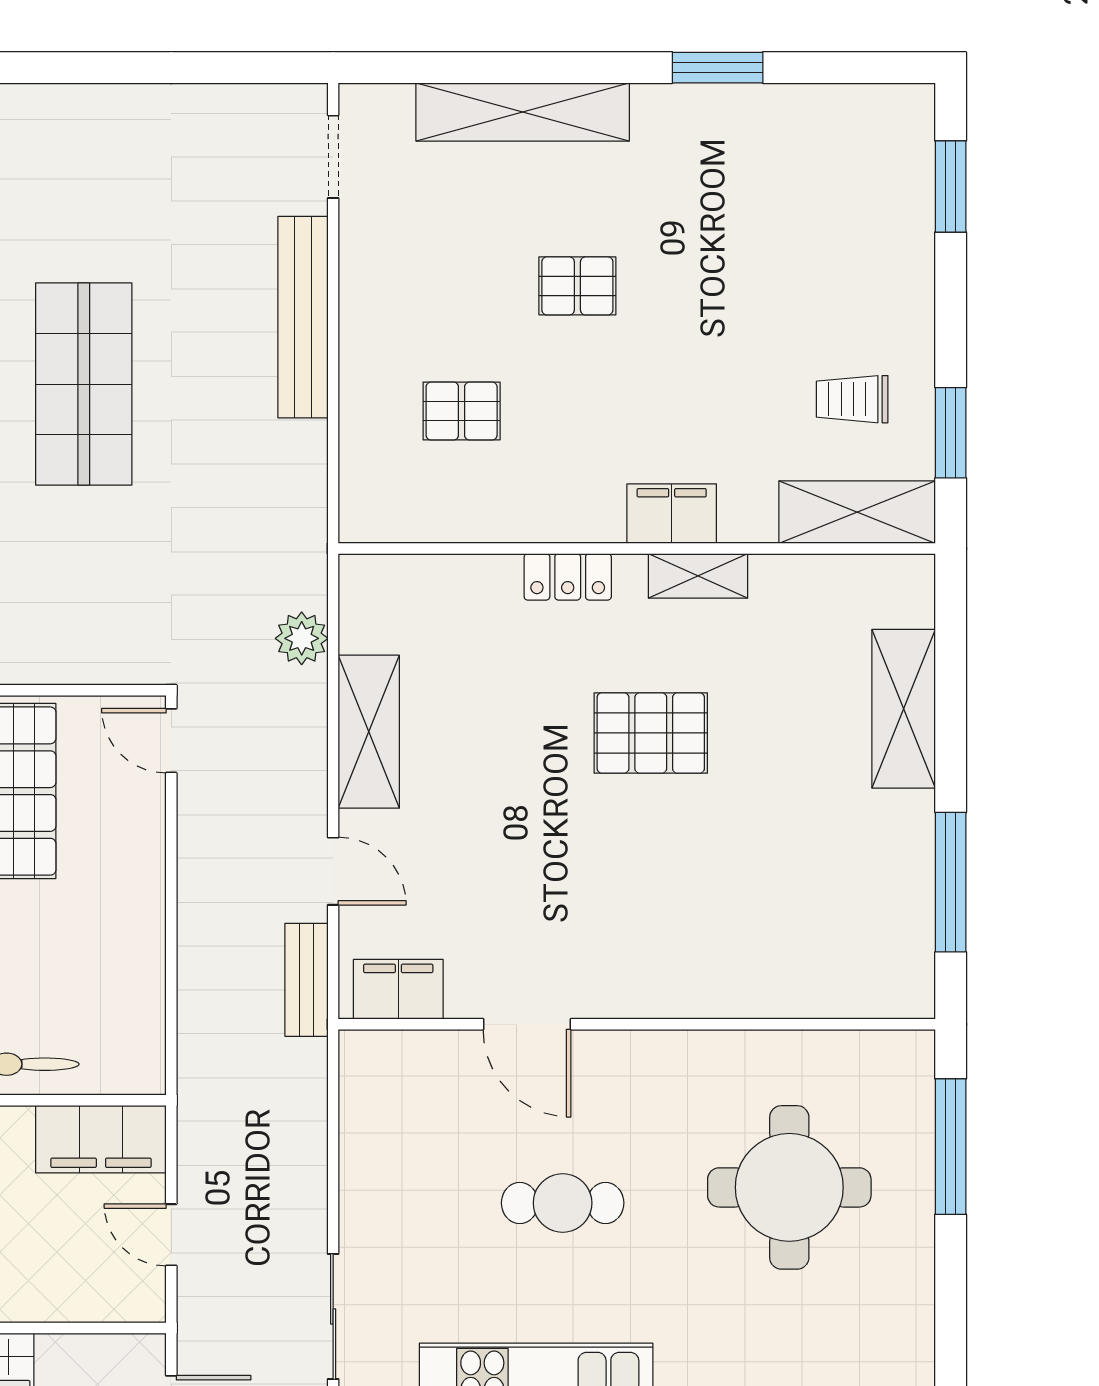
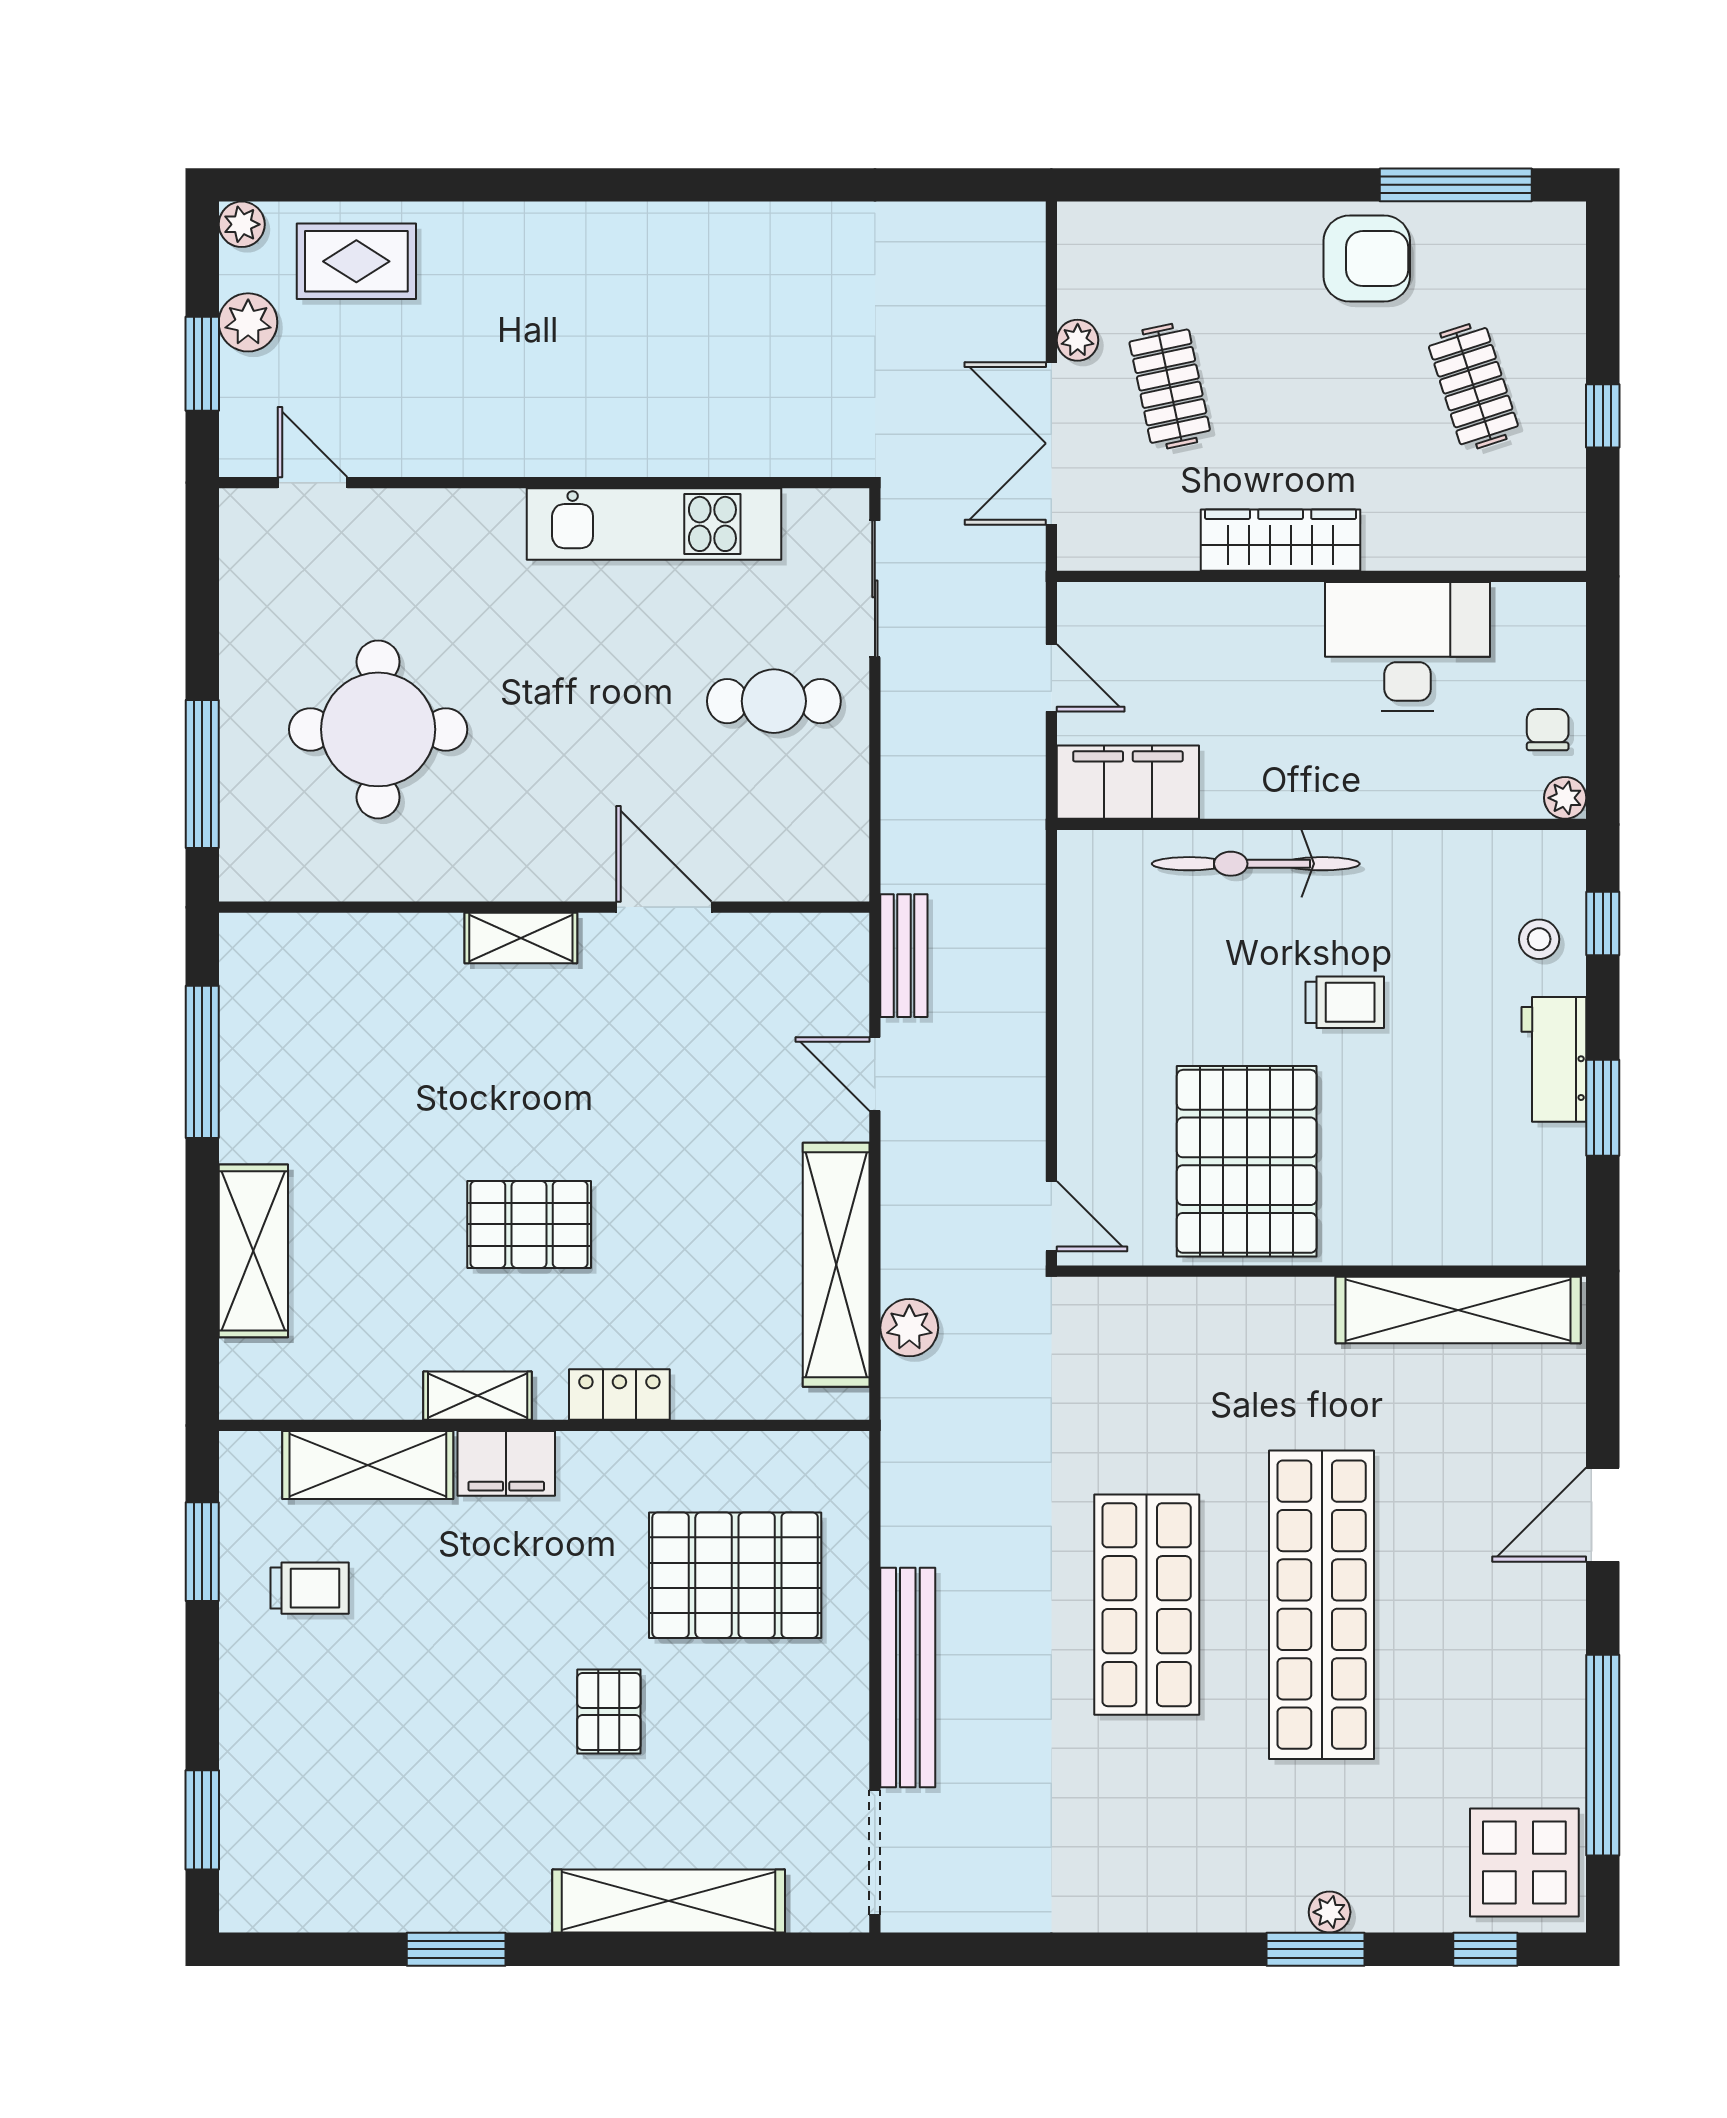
doorway: (333, 157) -> (875, 1852), width x1.38
pallet: (577, 286) -> (609, 1712), turned 90
pallet: (462, 411) -> (735, 1575), width x2.05, depth x2.00
shelving: (857, 512) -> (368, 1465), moved
shelving: (369, 732) -> (836, 1265), width x1.47
filing cabinet: (398, 989) -> (804, 945), removed
shelving: (658, 996) -> (521, 938), added
cafe table: (563, 1203) -> (774, 701), moved

